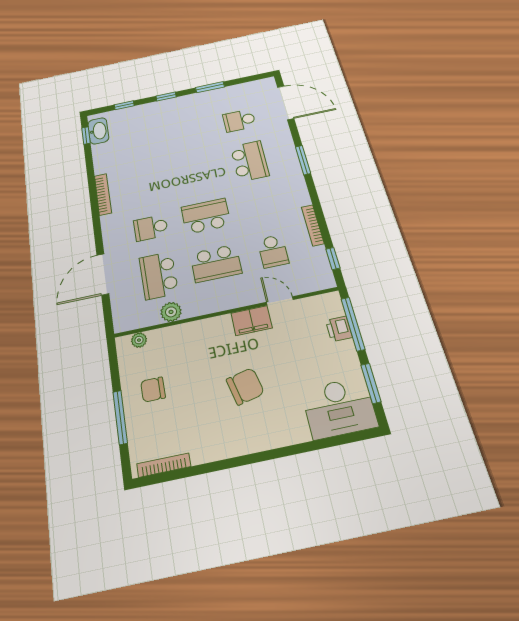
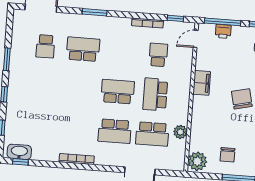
school desk: (206, 216) -> (118, 92), turned 90
school desk: (151, 228) -> (115, 131), width x1.85
school desk: (273, 251) -> (158, 55), turned -90
school desk: (216, 263) -> (155, 94), turned 180
door: (280, 301) -> (196, 39), moved
plant: (139, 340) -> (197, 161), width x1.88, depth x1.88

